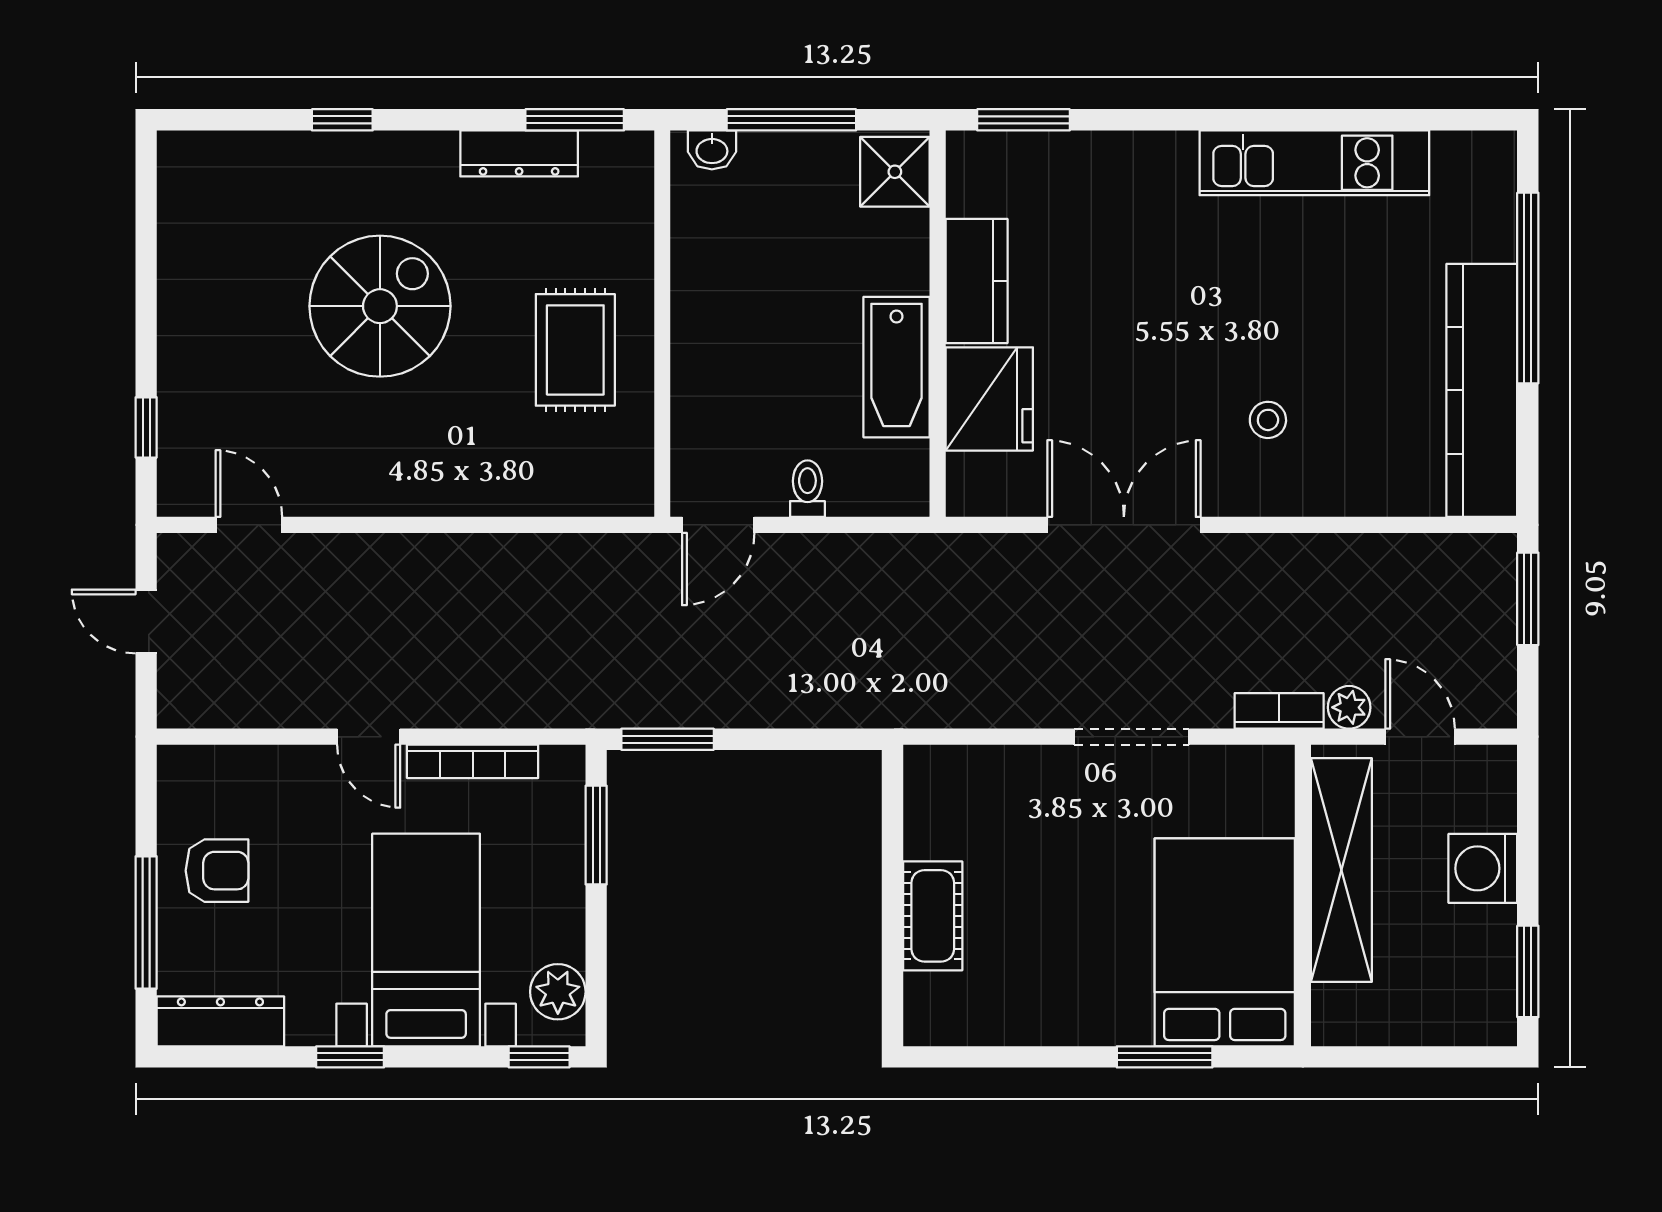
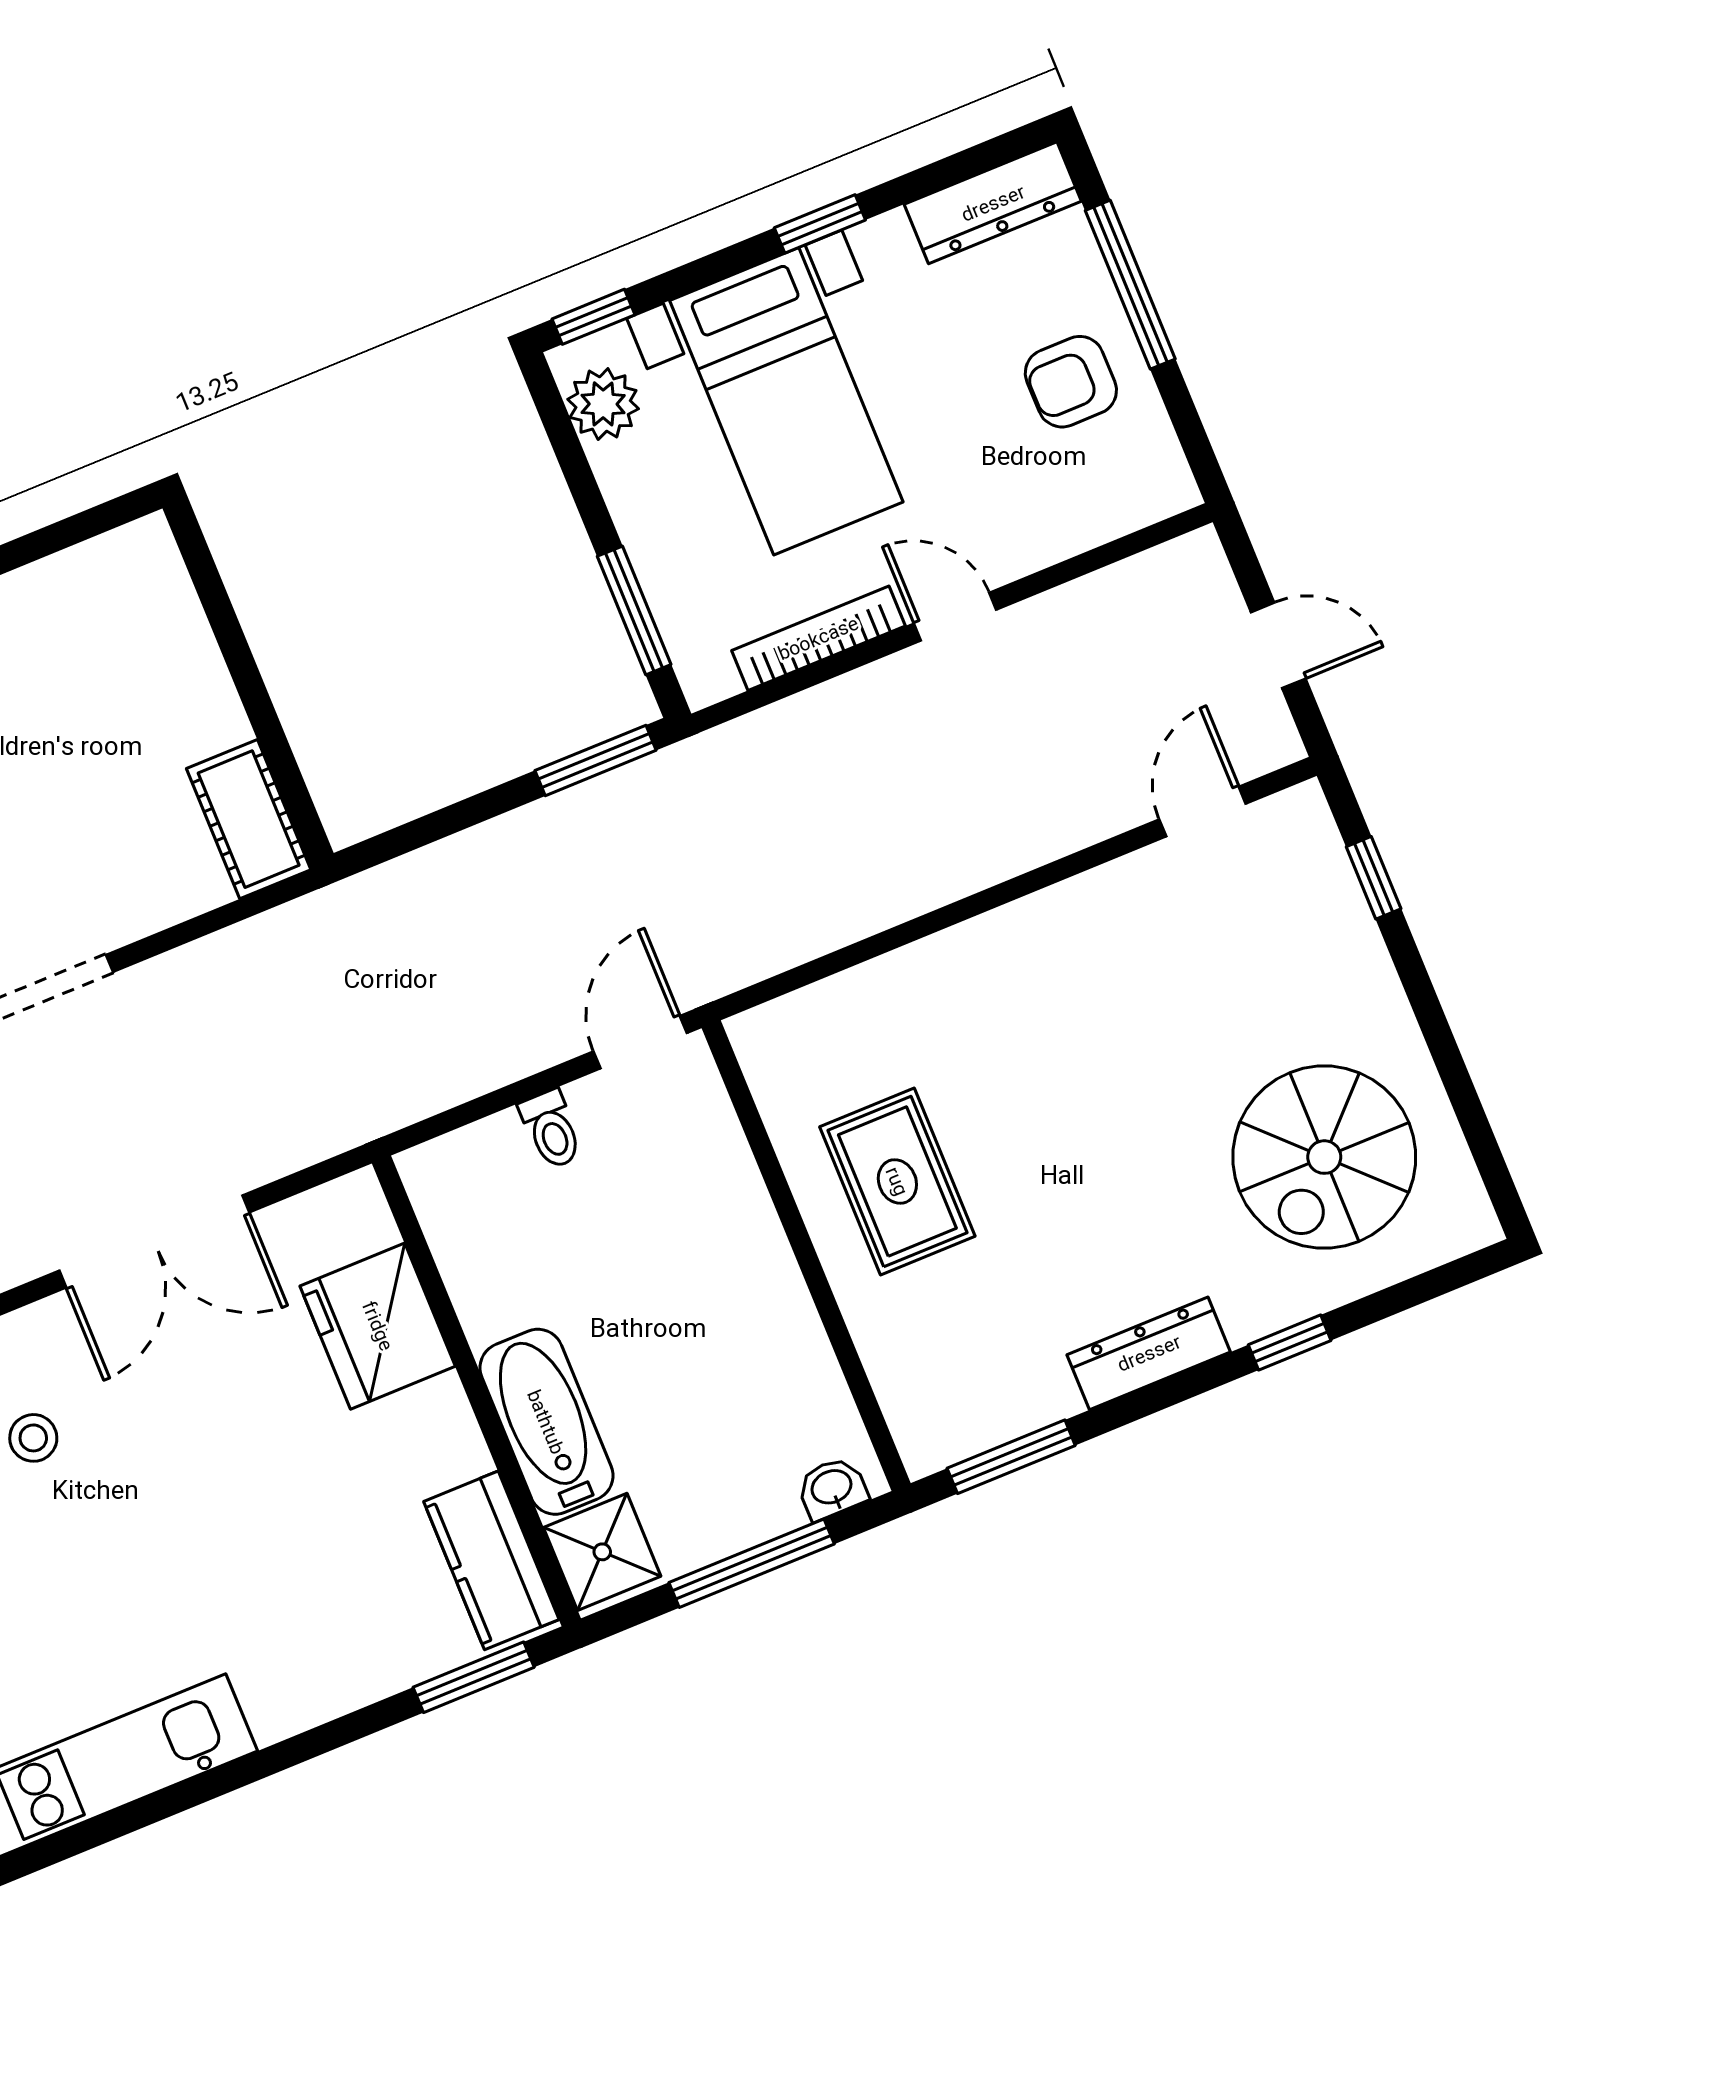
dresser: (519, 153) -> (1149, 1353), moved
kitchen counter: (977, 281) -> (491, 1560), moved
spiral stairs: (380, 306) -> (1324, 1157), moved
bathtub: (897, 367) -> (546, 1422), moved
door: (249, 525) -> (1203, 812), swing flipped
cot: (933, 916) -> (249, 819), moved

